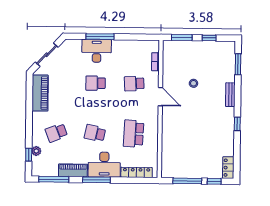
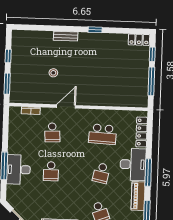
window: (238, 64) -> (35, 28), removed

